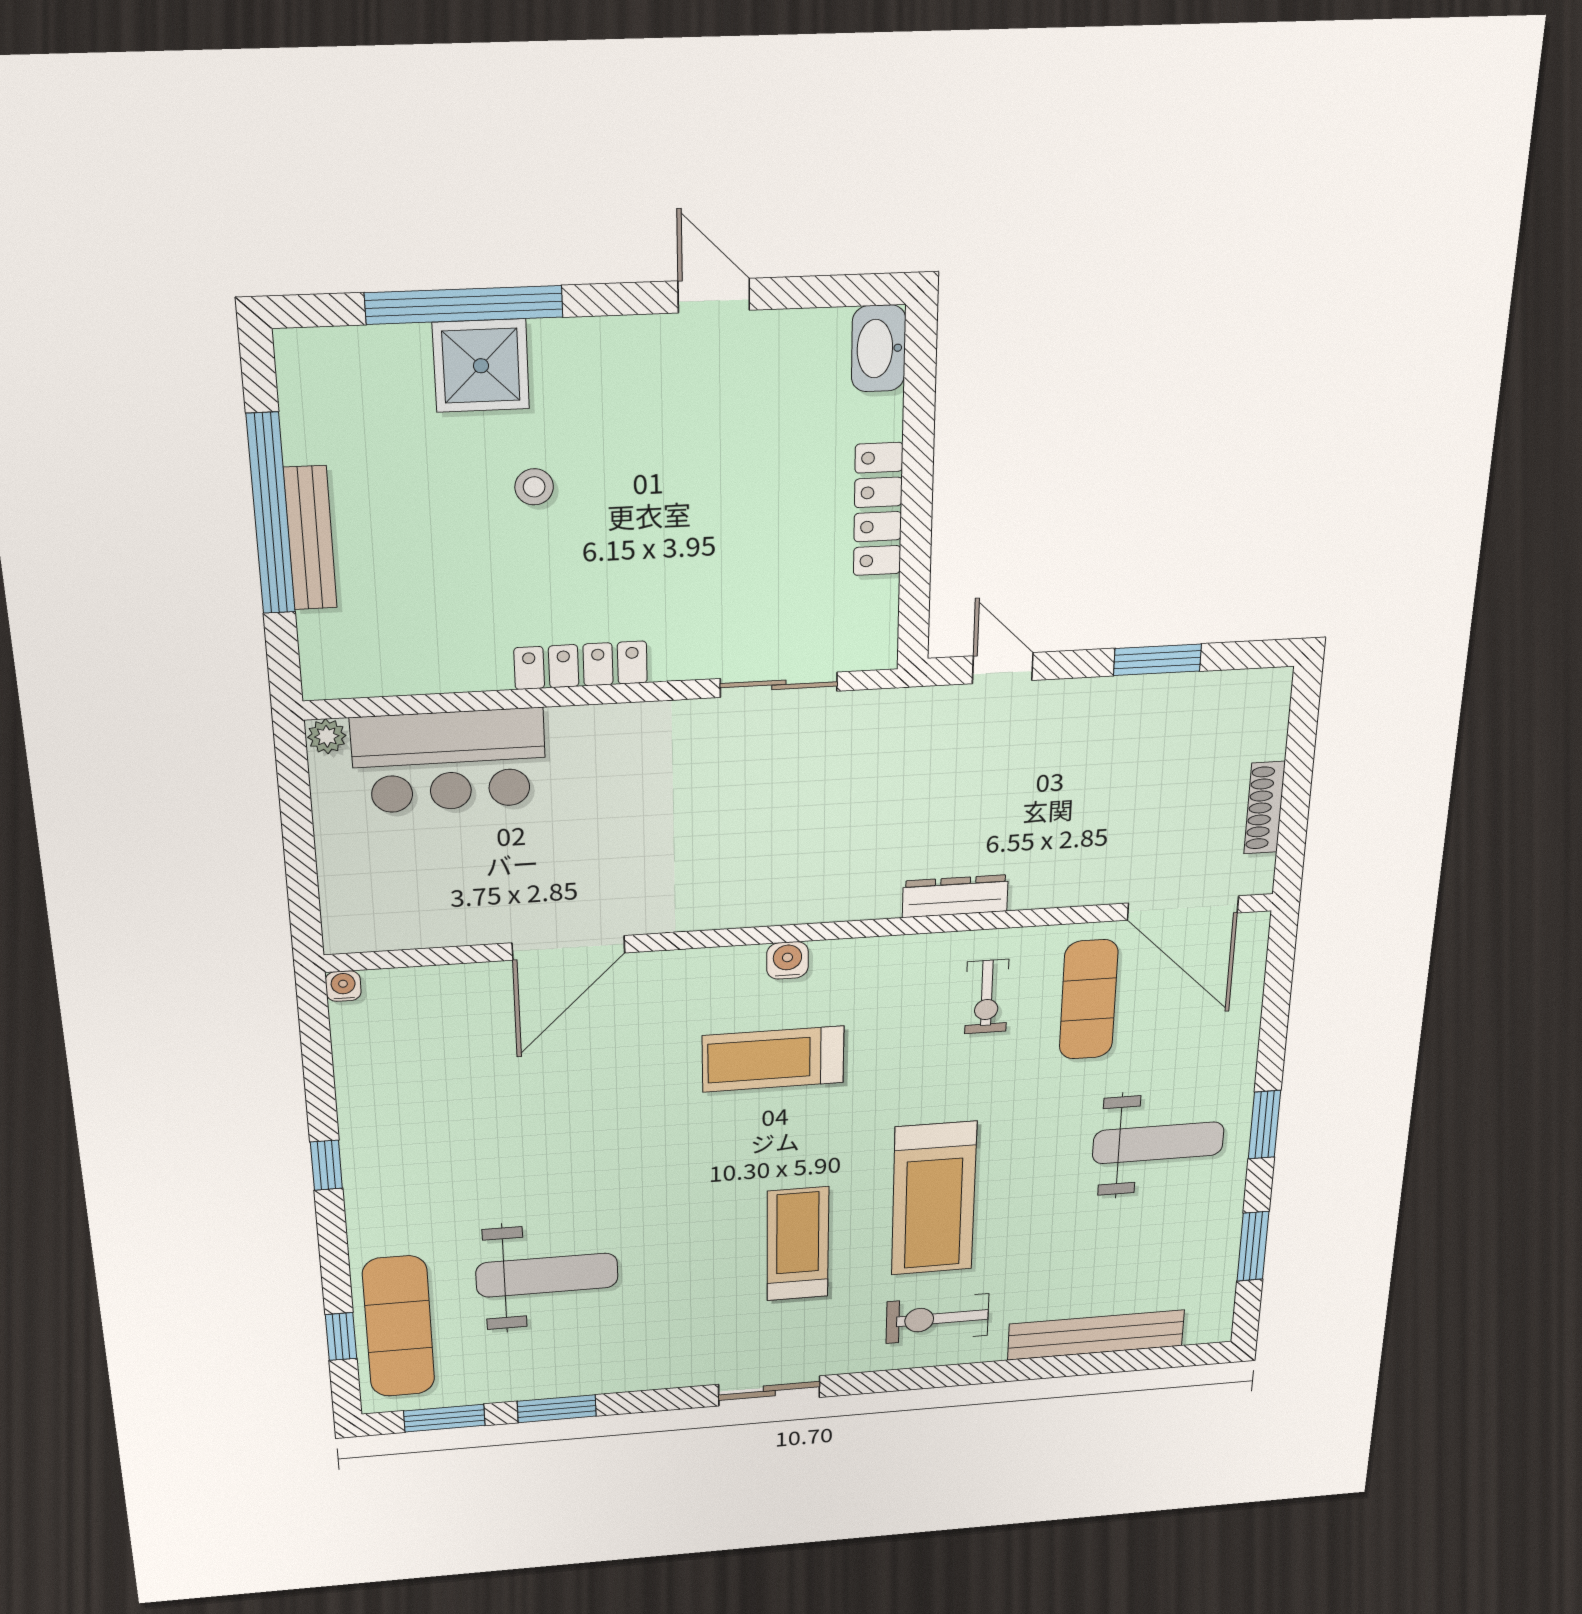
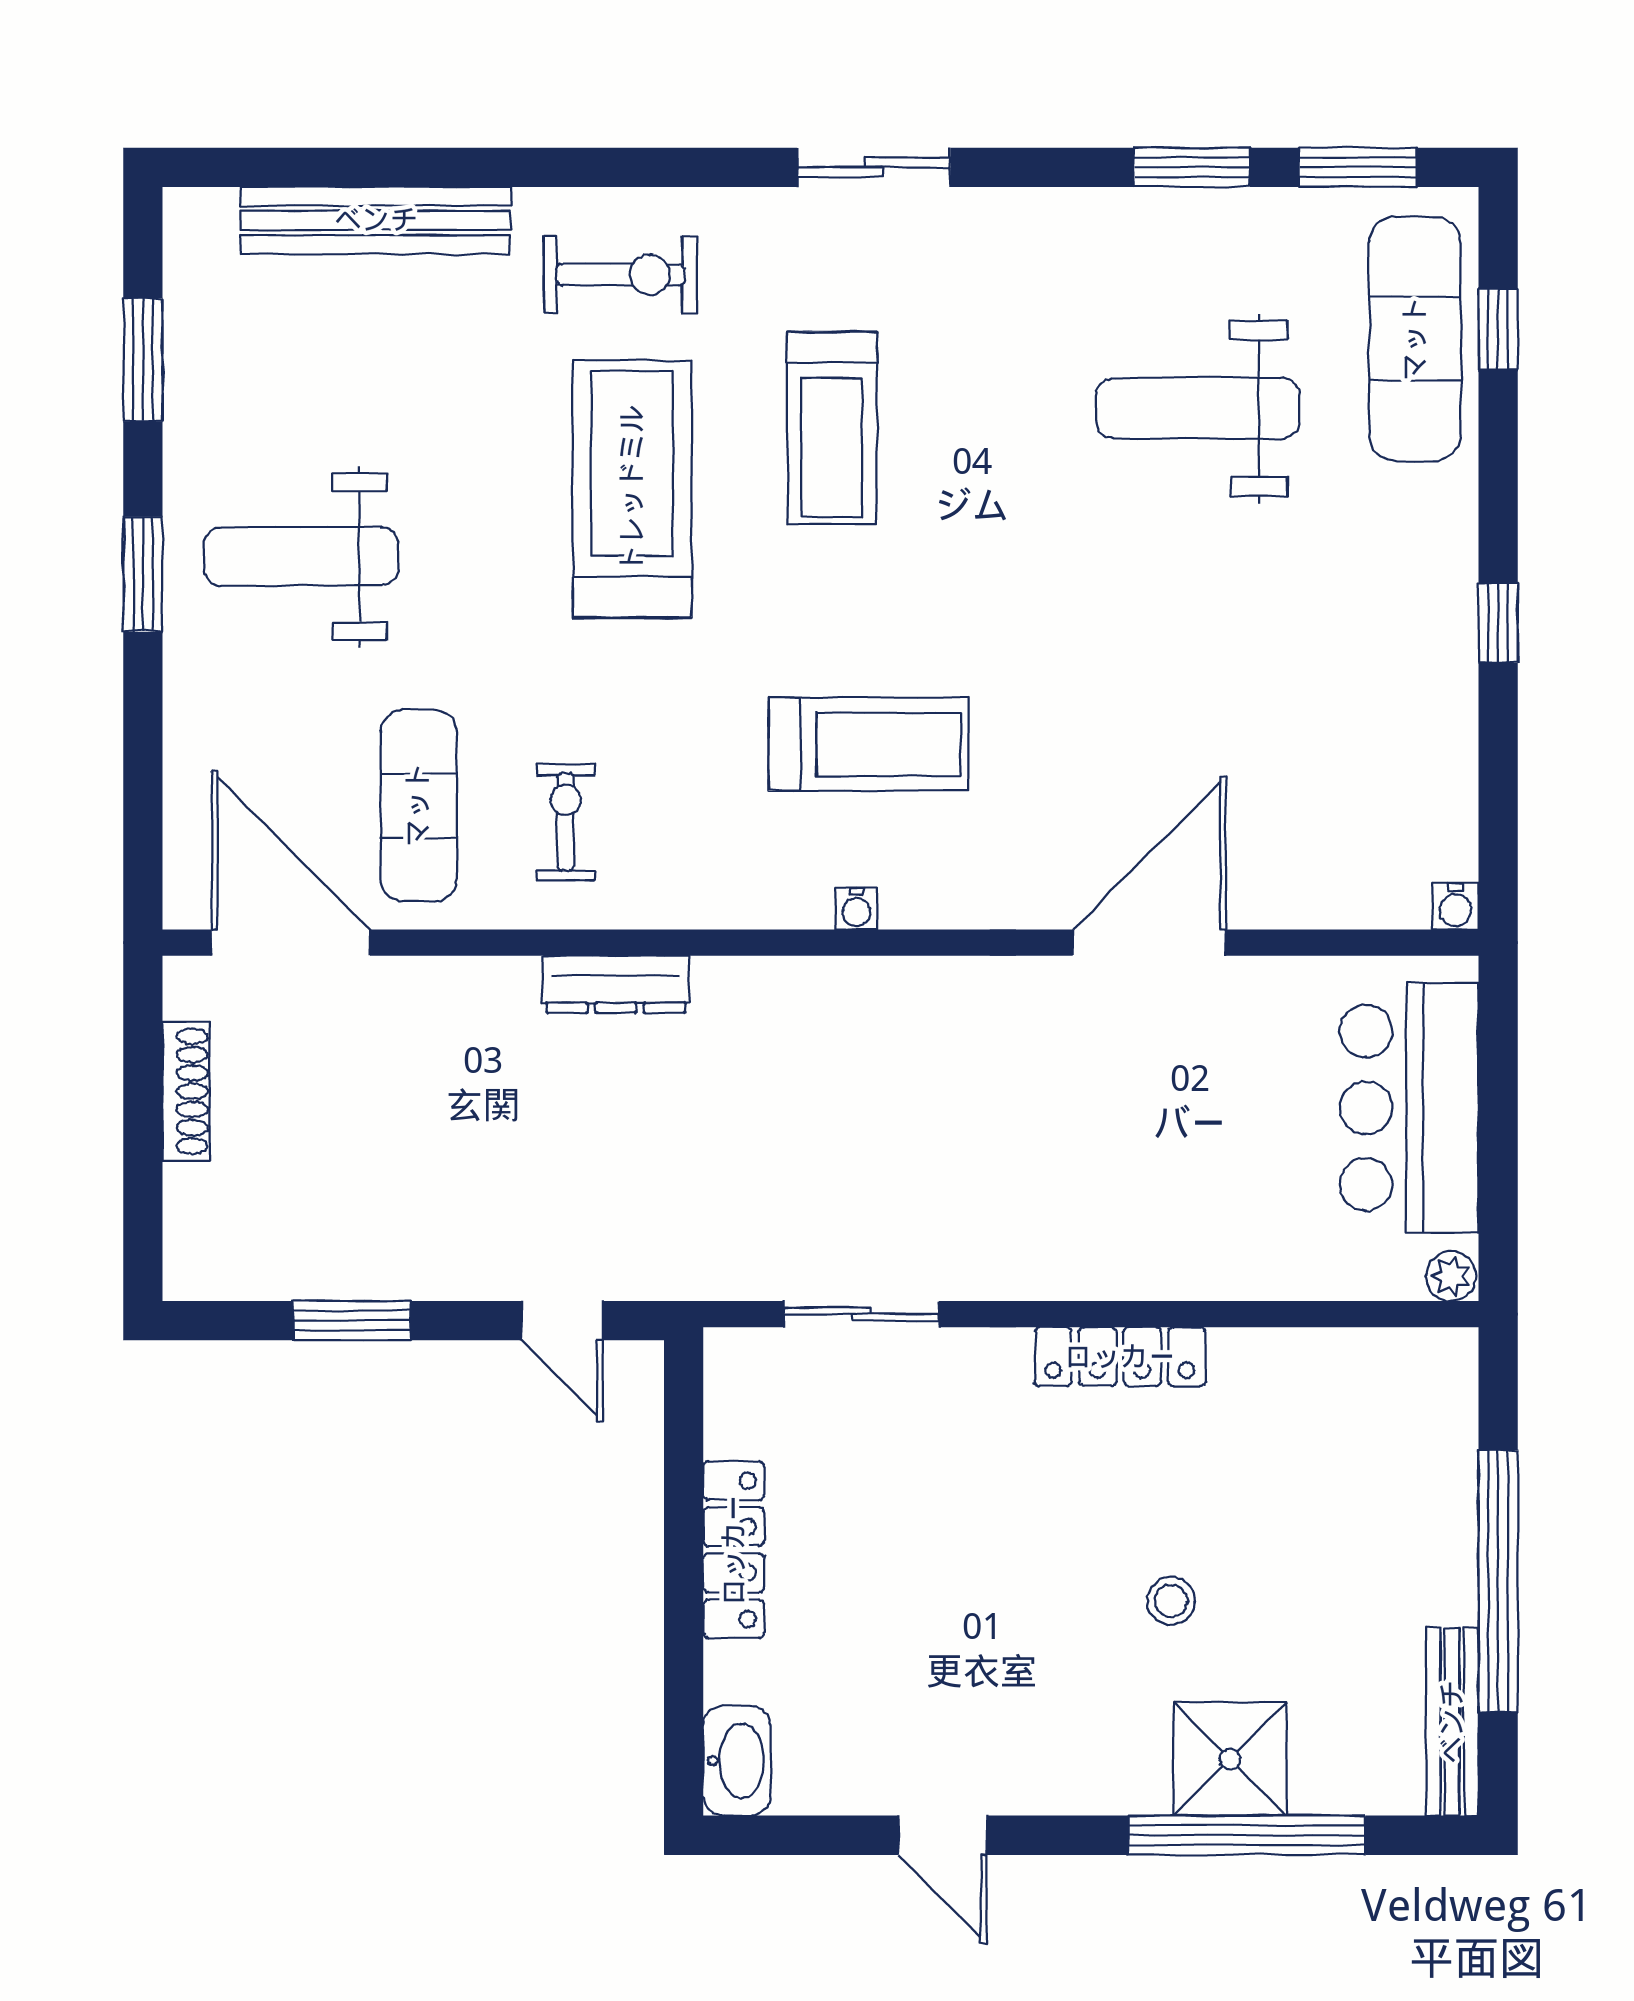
bench: (310, 538) -> (1452, 1722), moved
bar counter: (449, 761) -> (1409, 1108), moved, turned -90
water cooler: (787, 960) -> (856, 909), width x0.72, depth x0.72

